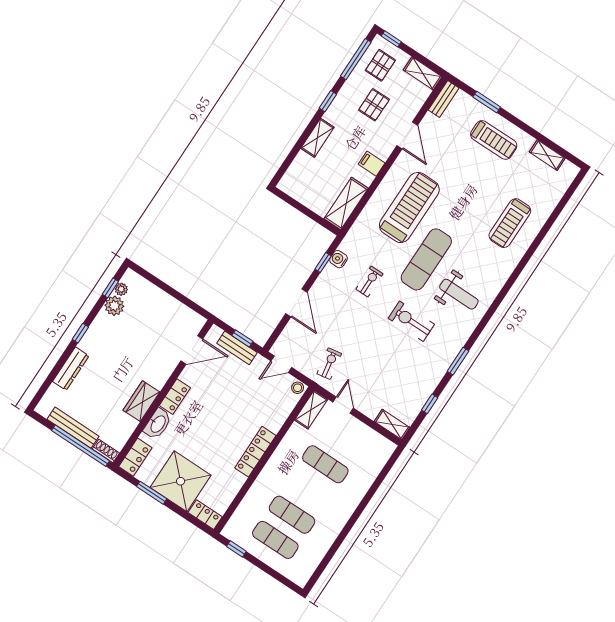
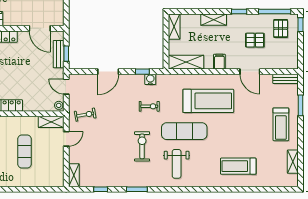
pallet: (380, 65) -> (281, 29), turned 90
shelving: (423, 73) -> (174, 27), moved
door: (407, 135) -> (250, 72), hinge flipped

